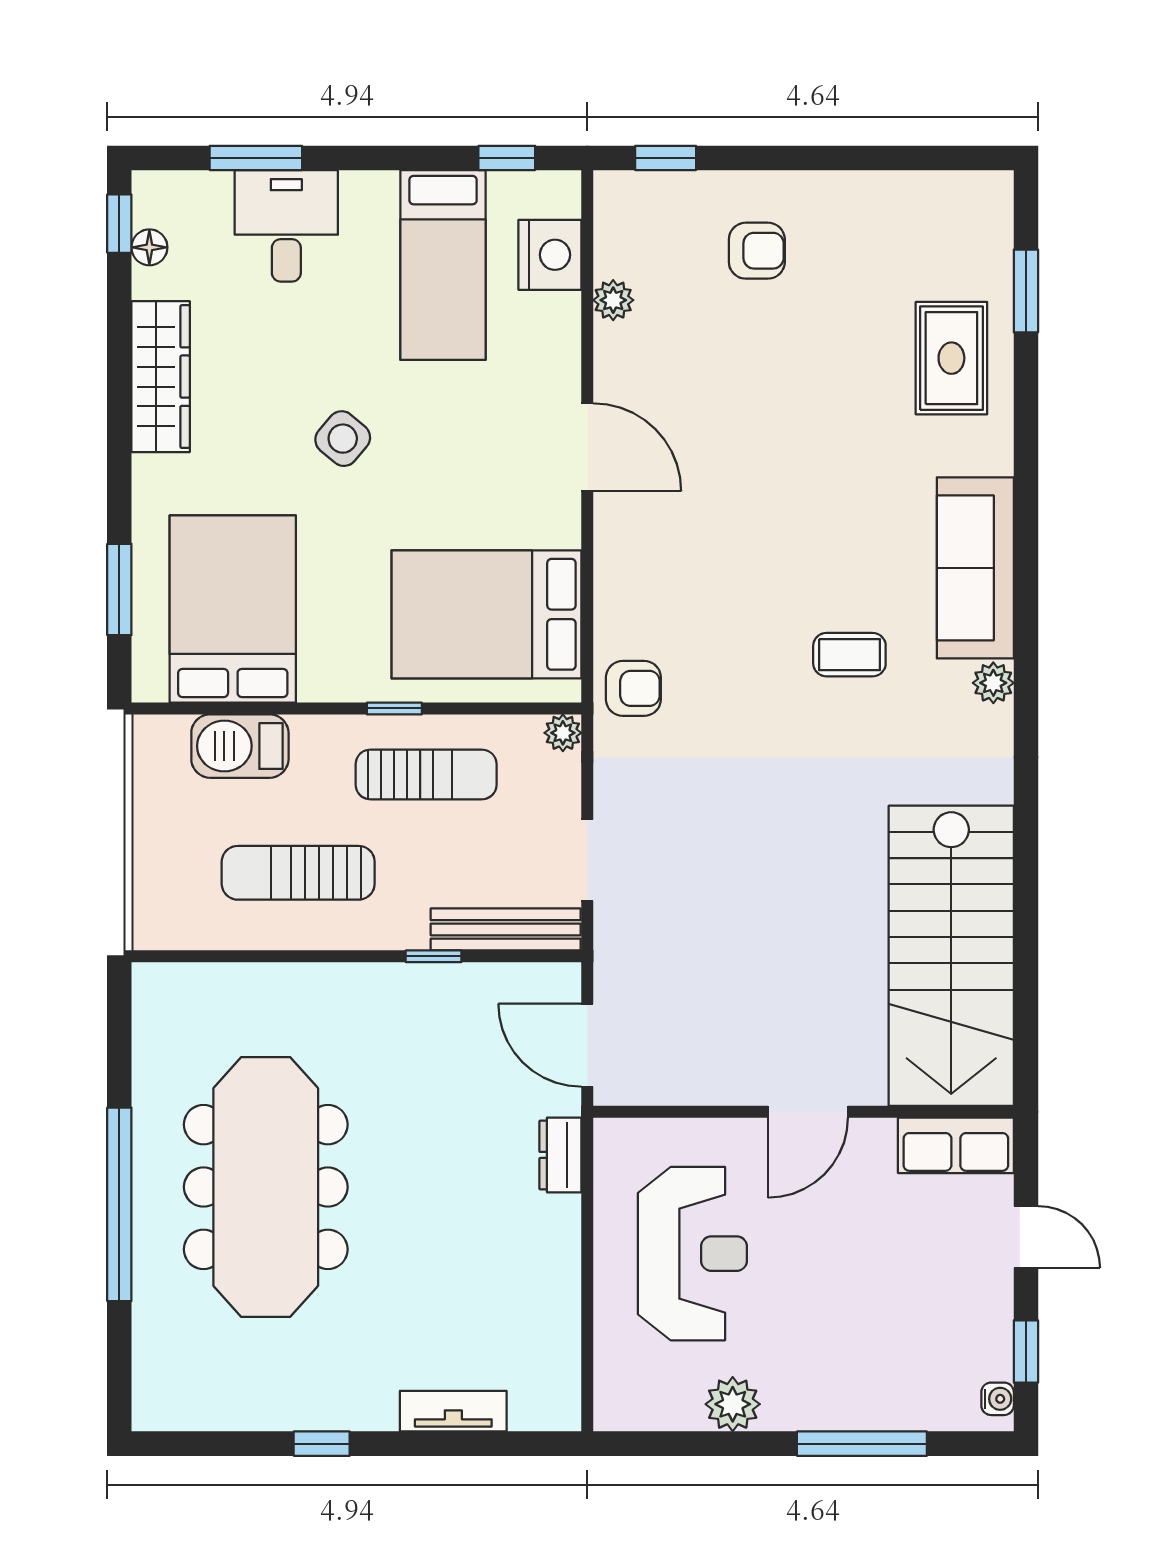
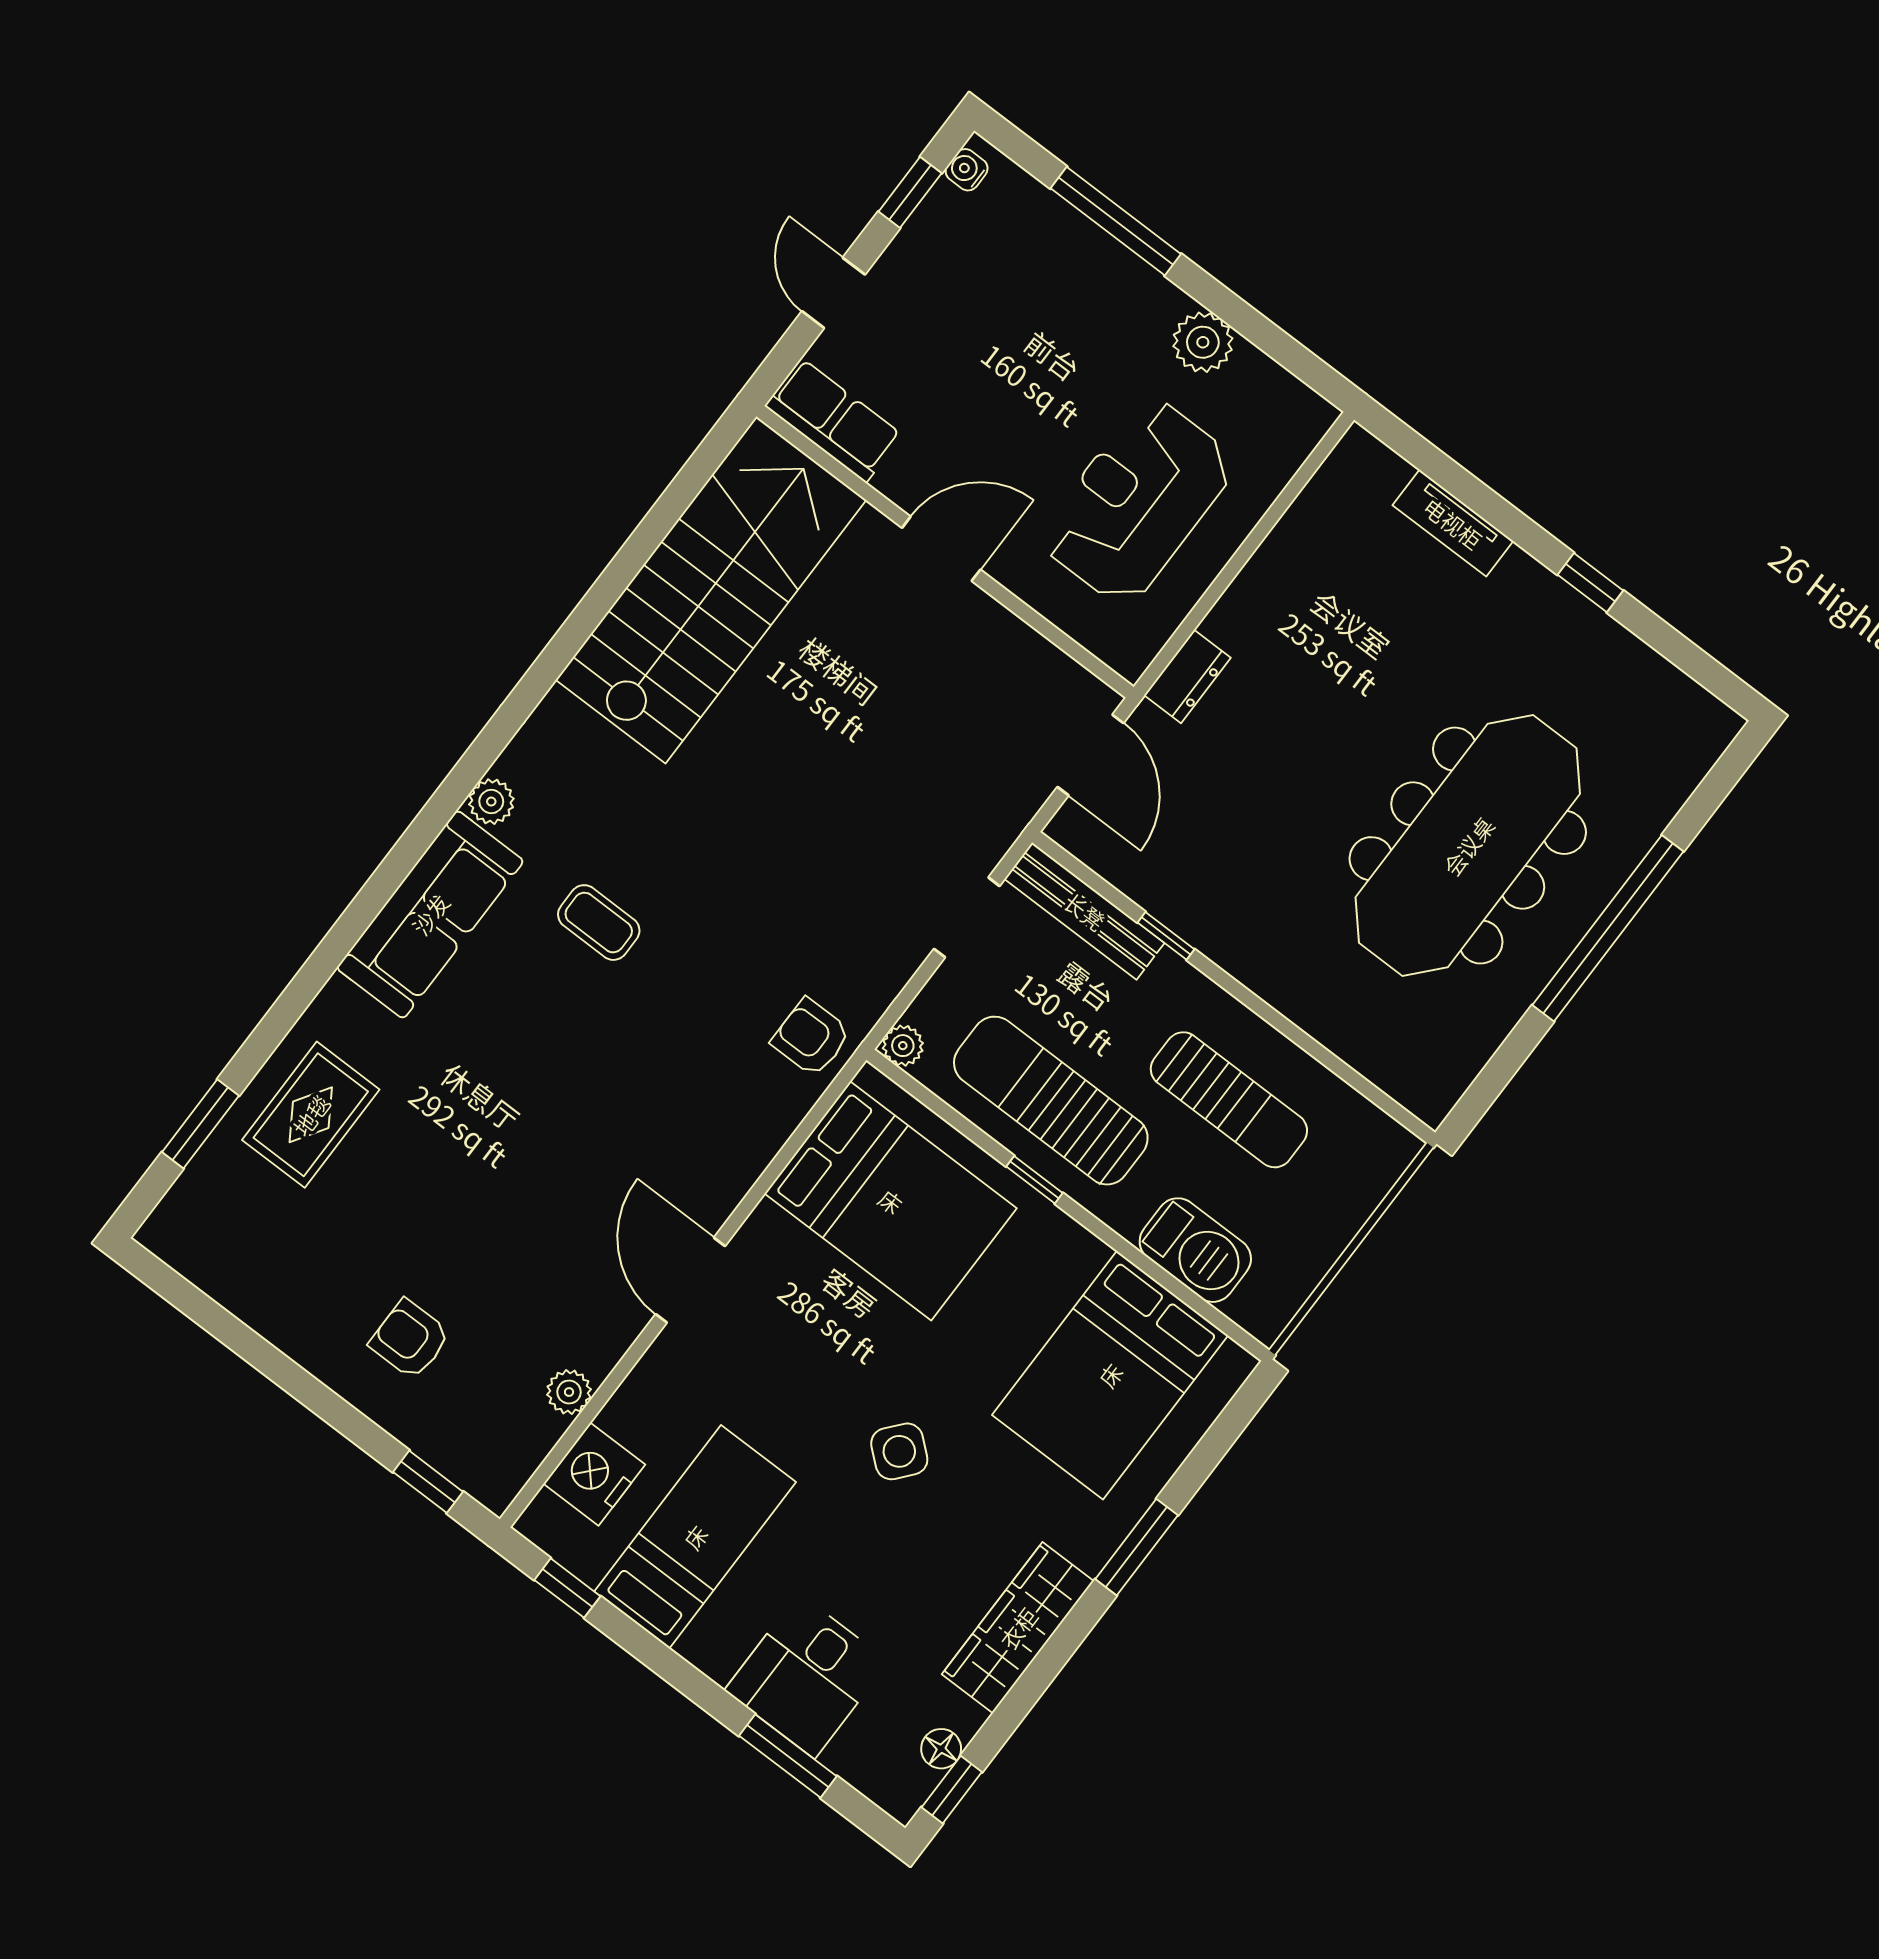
window: (119, 589) -> (1137, 1547), moved
sun lounger: (426, 774) -> (1051, 1101), width x1.36, depth x1.34

